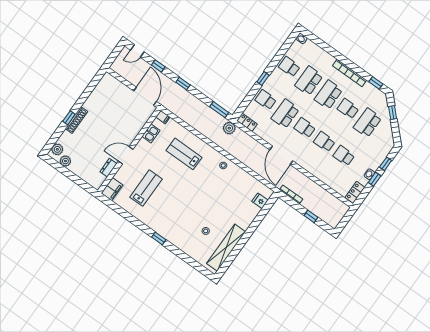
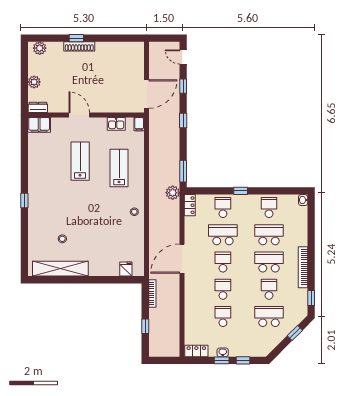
plant: (65, 161) -> (34, 82), moved
dresser: (108, 168) -> (38, 107), moved
lab bench: (146, 188) -> (80, 161), moved, turned -90

